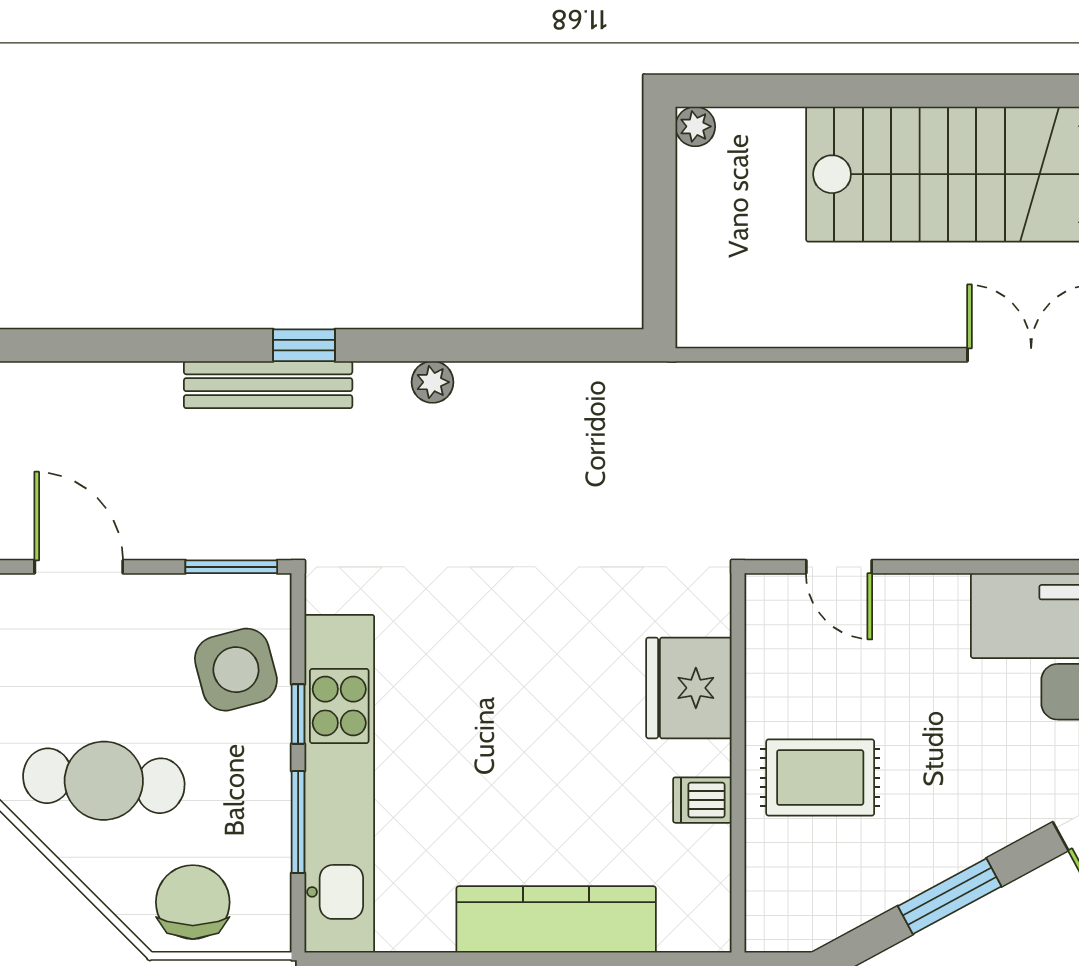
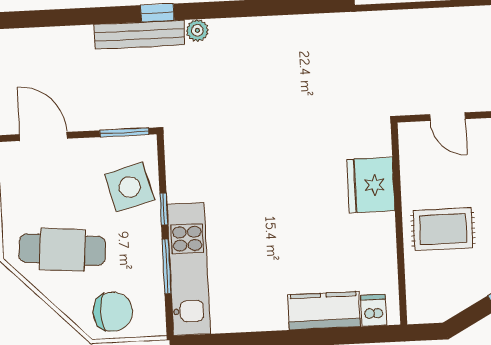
plant: (433, 382) -> (197, 30), moved
kitchen unit: (339, 784) -> (189, 269), width x0.73
dishwasher: (702, 800) -> (374, 310), moved, turned 90
chair: (193, 902) -> (113, 312), turned 90
kitchen counter: (556, 919) -> (324, 311), width x0.67

